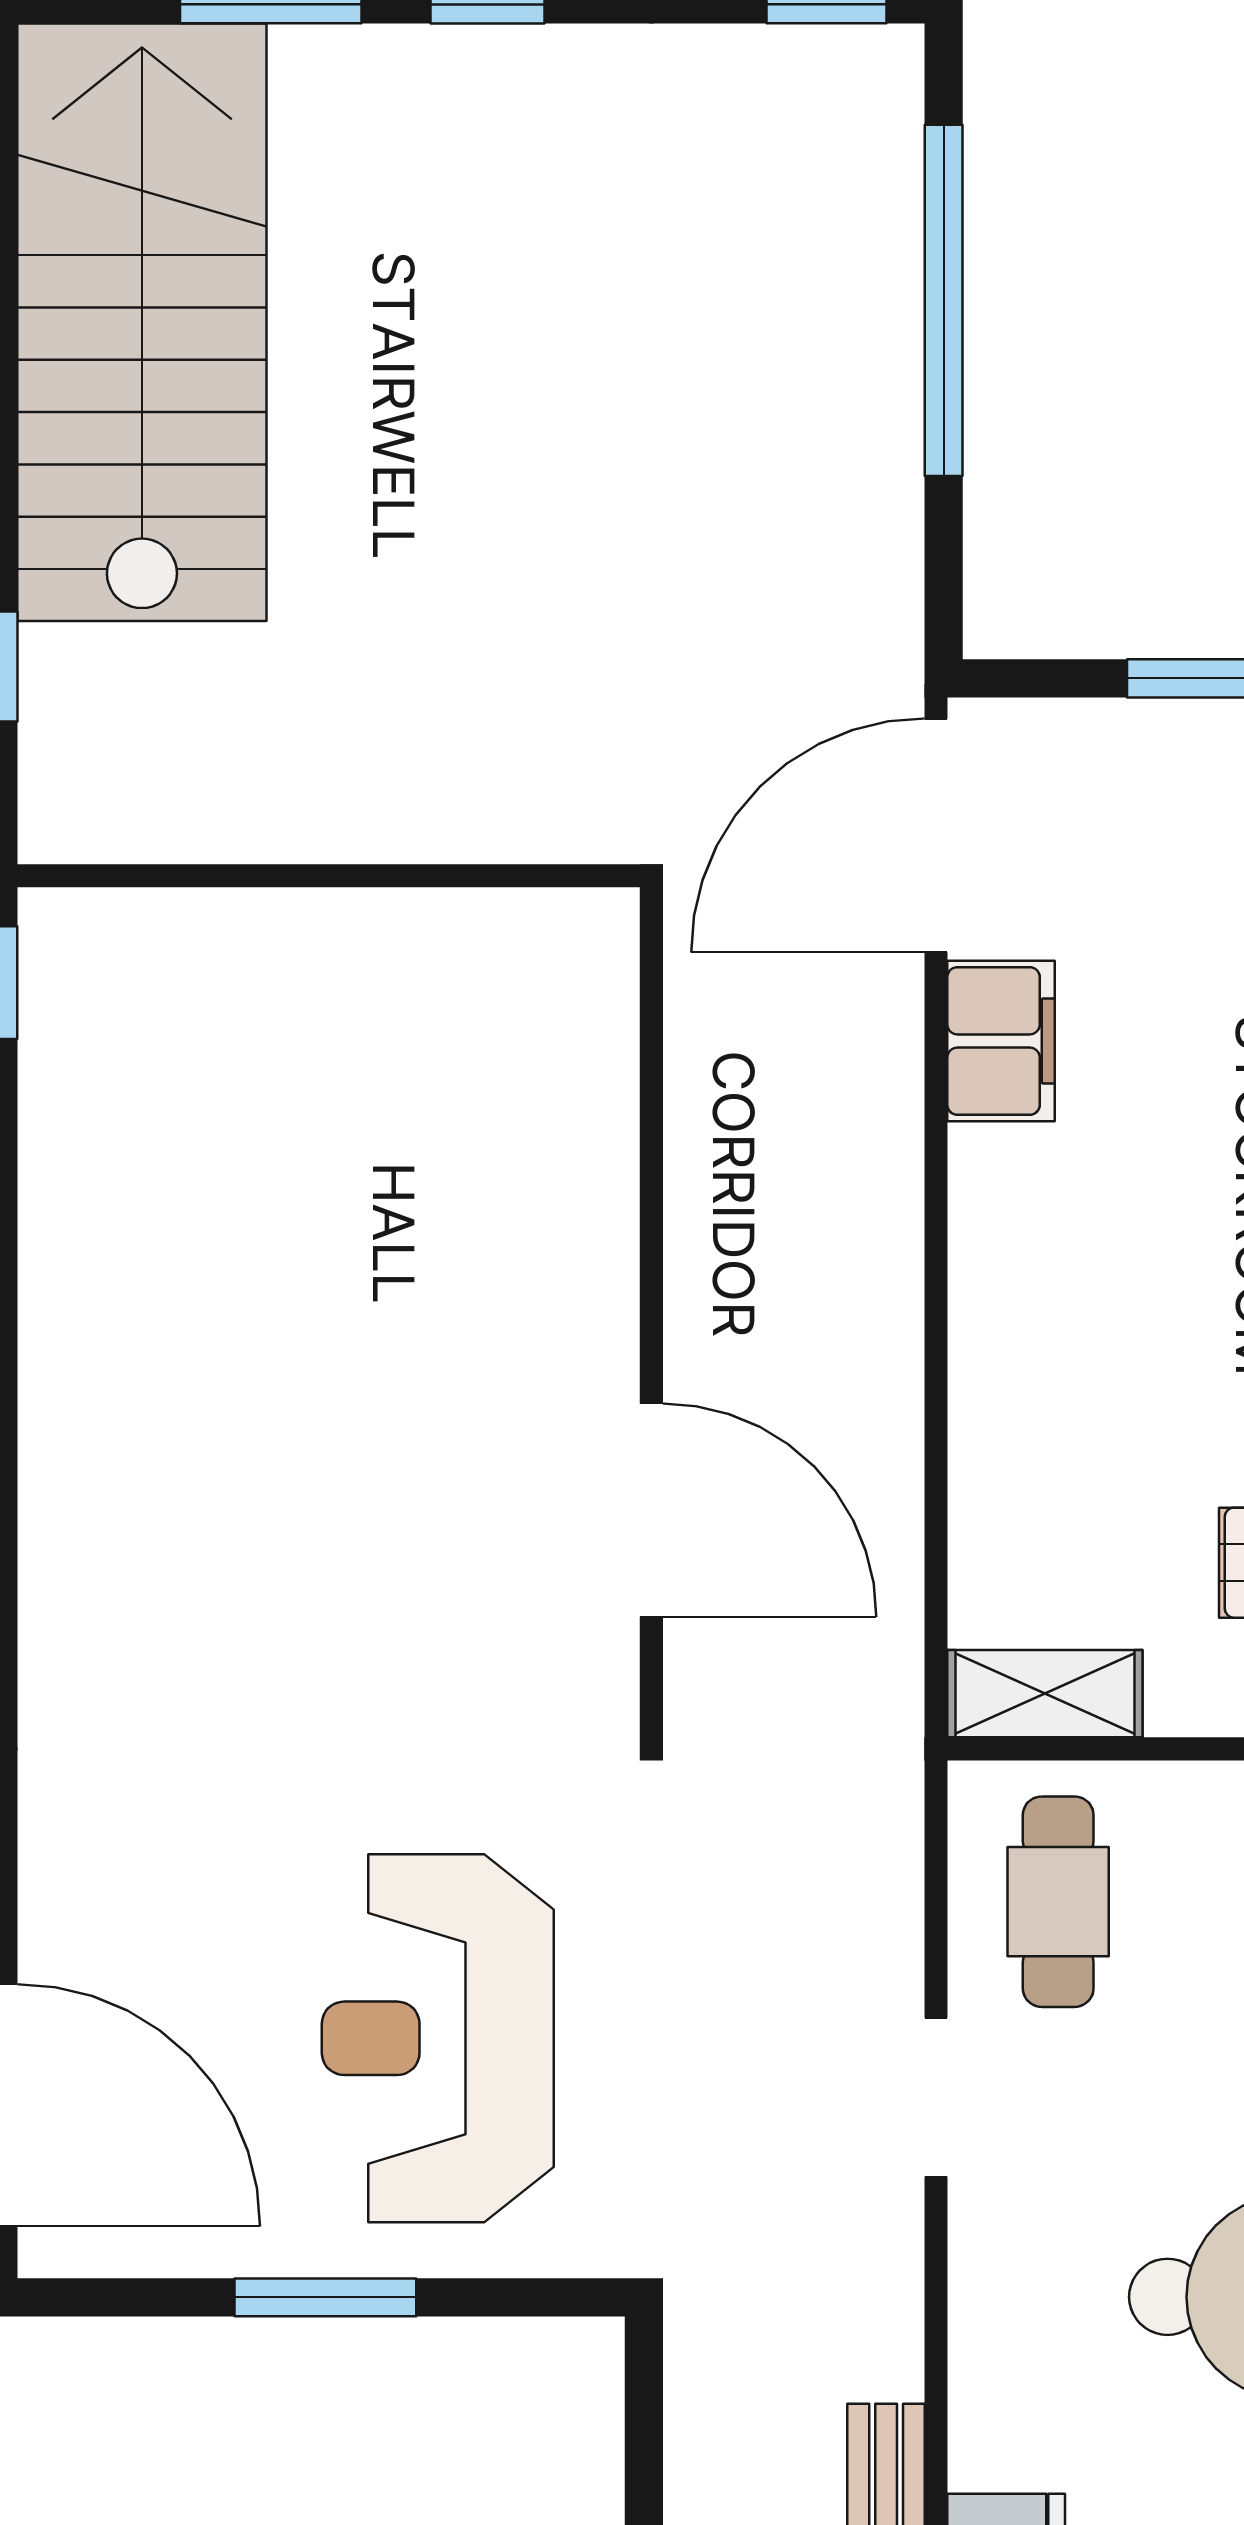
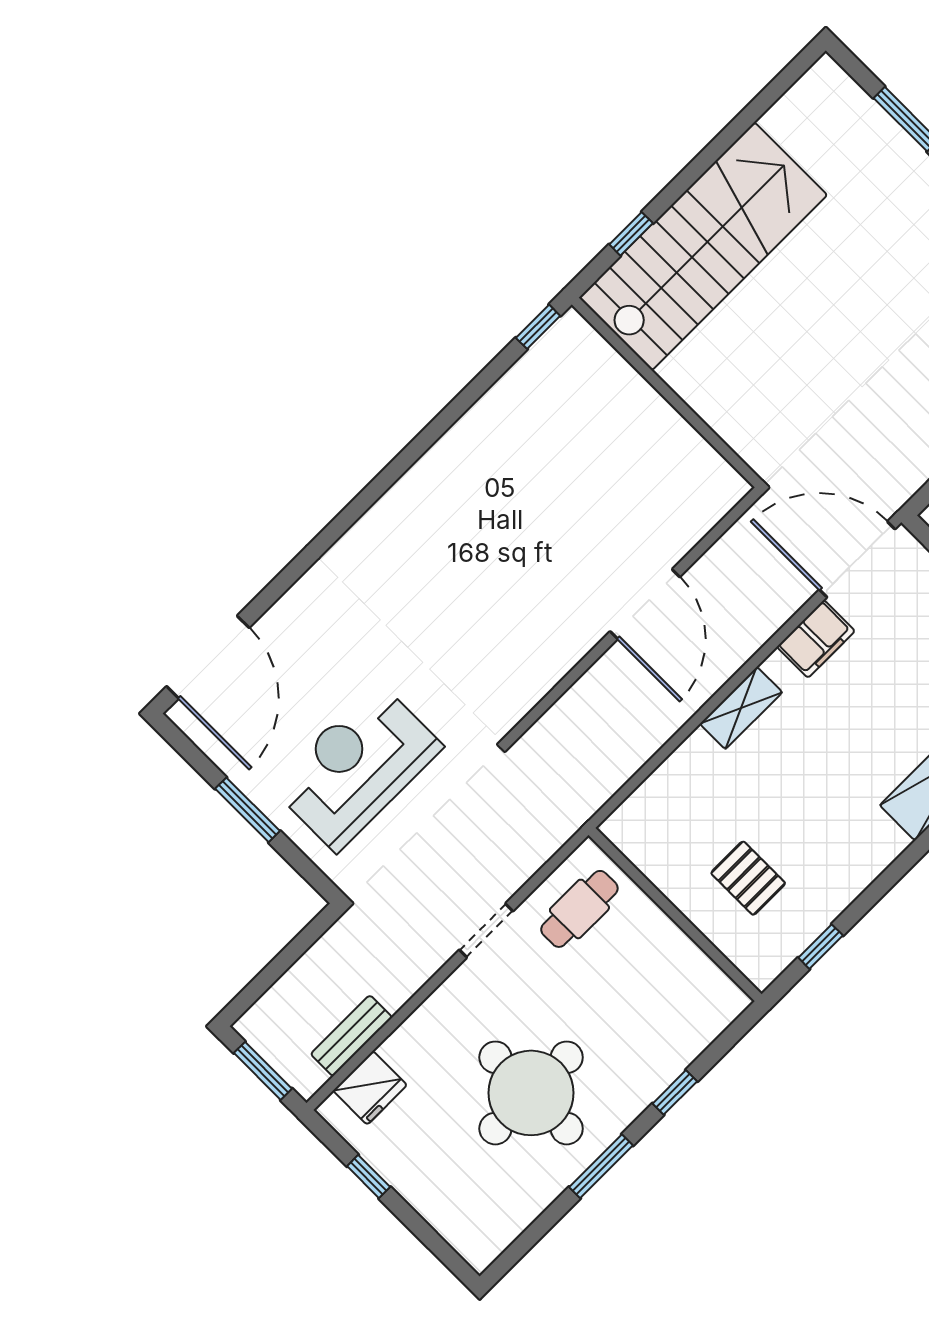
stairs: (142, 322) -> (703, 246), moved
door: (651, 1510) -> (645, 604), moved
shelving: (1045, 1694) -> (741, 708), moved, turned 90

